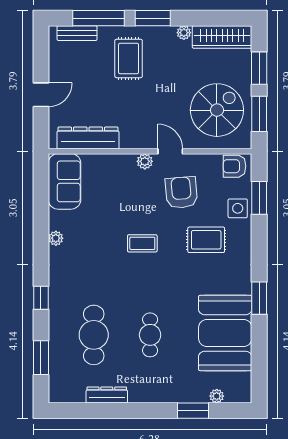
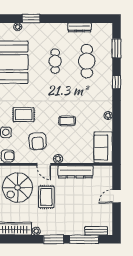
rug: (129, 58) -> (46, 197), moved
dresser: (88, 138) -> (75, 172), moved
coffee table: (142, 243) -> (67, 121), moved

